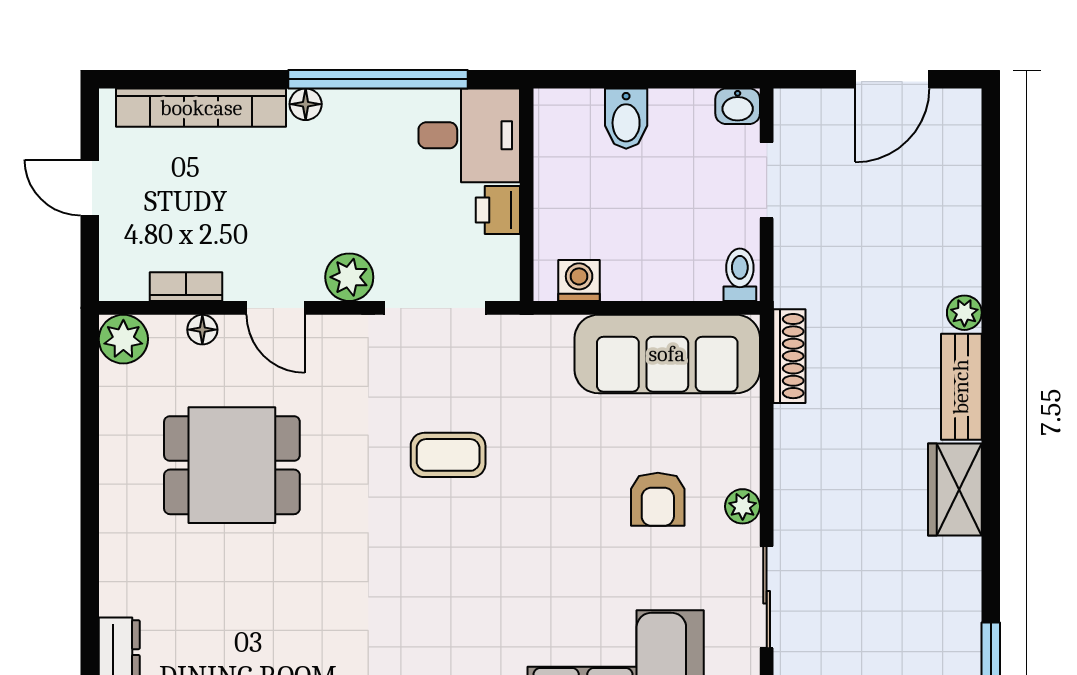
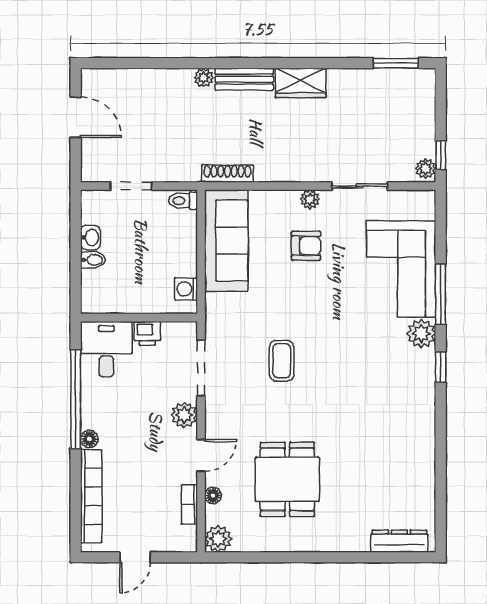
washbasin: (738, 106) -> (90, 237), moved
bidet: (626, 119) -> (93, 260), width x0.72, depth x0.74

